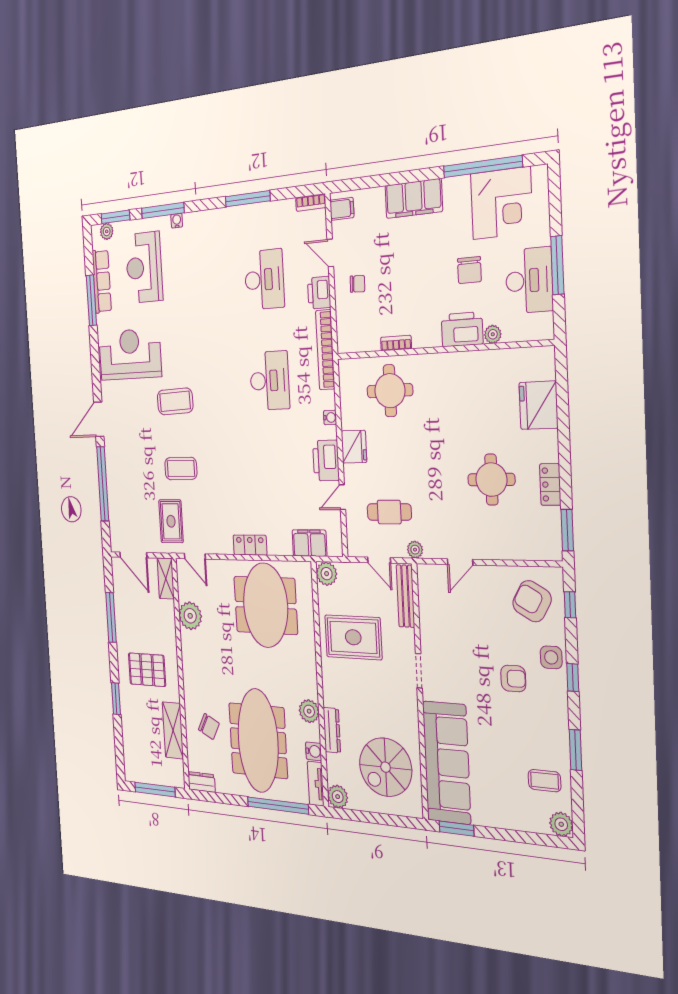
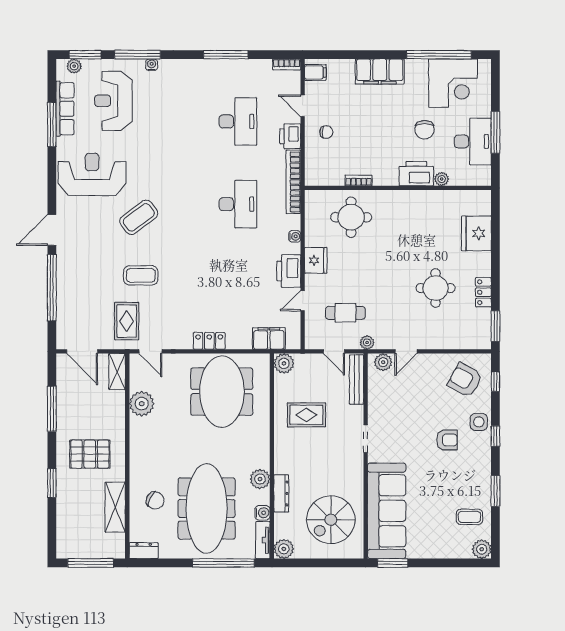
coffee table: (175, 401) -> (139, 217), turned -35
plant: (434, 575) -> (383, 362), added
rug: (353, 637) -> (306, 415), width x0.73, depth x0.70

